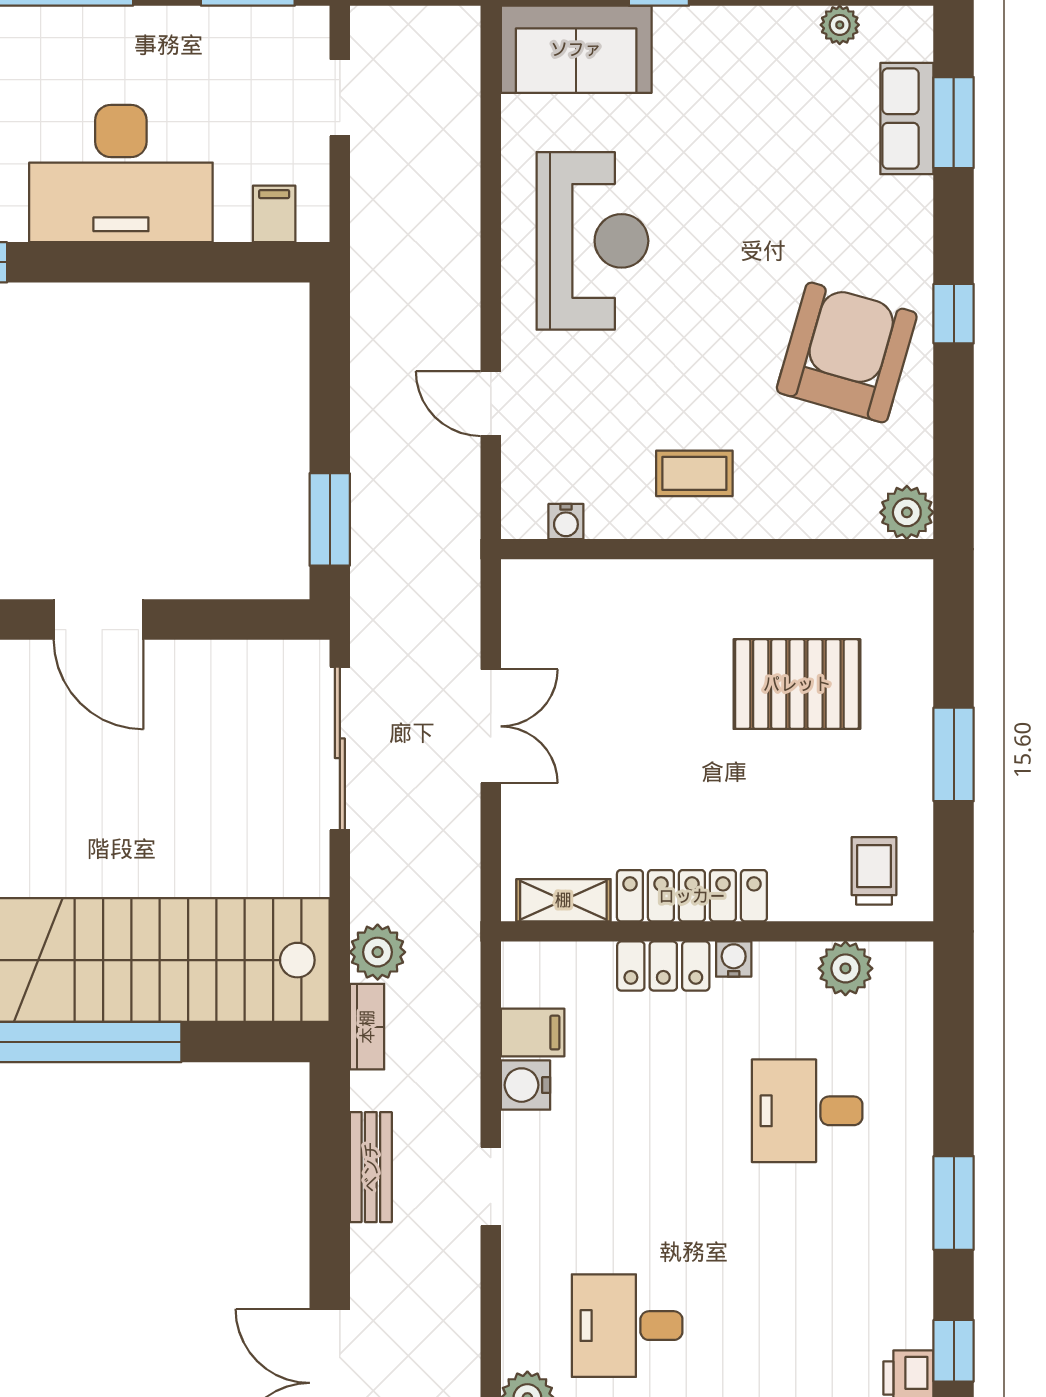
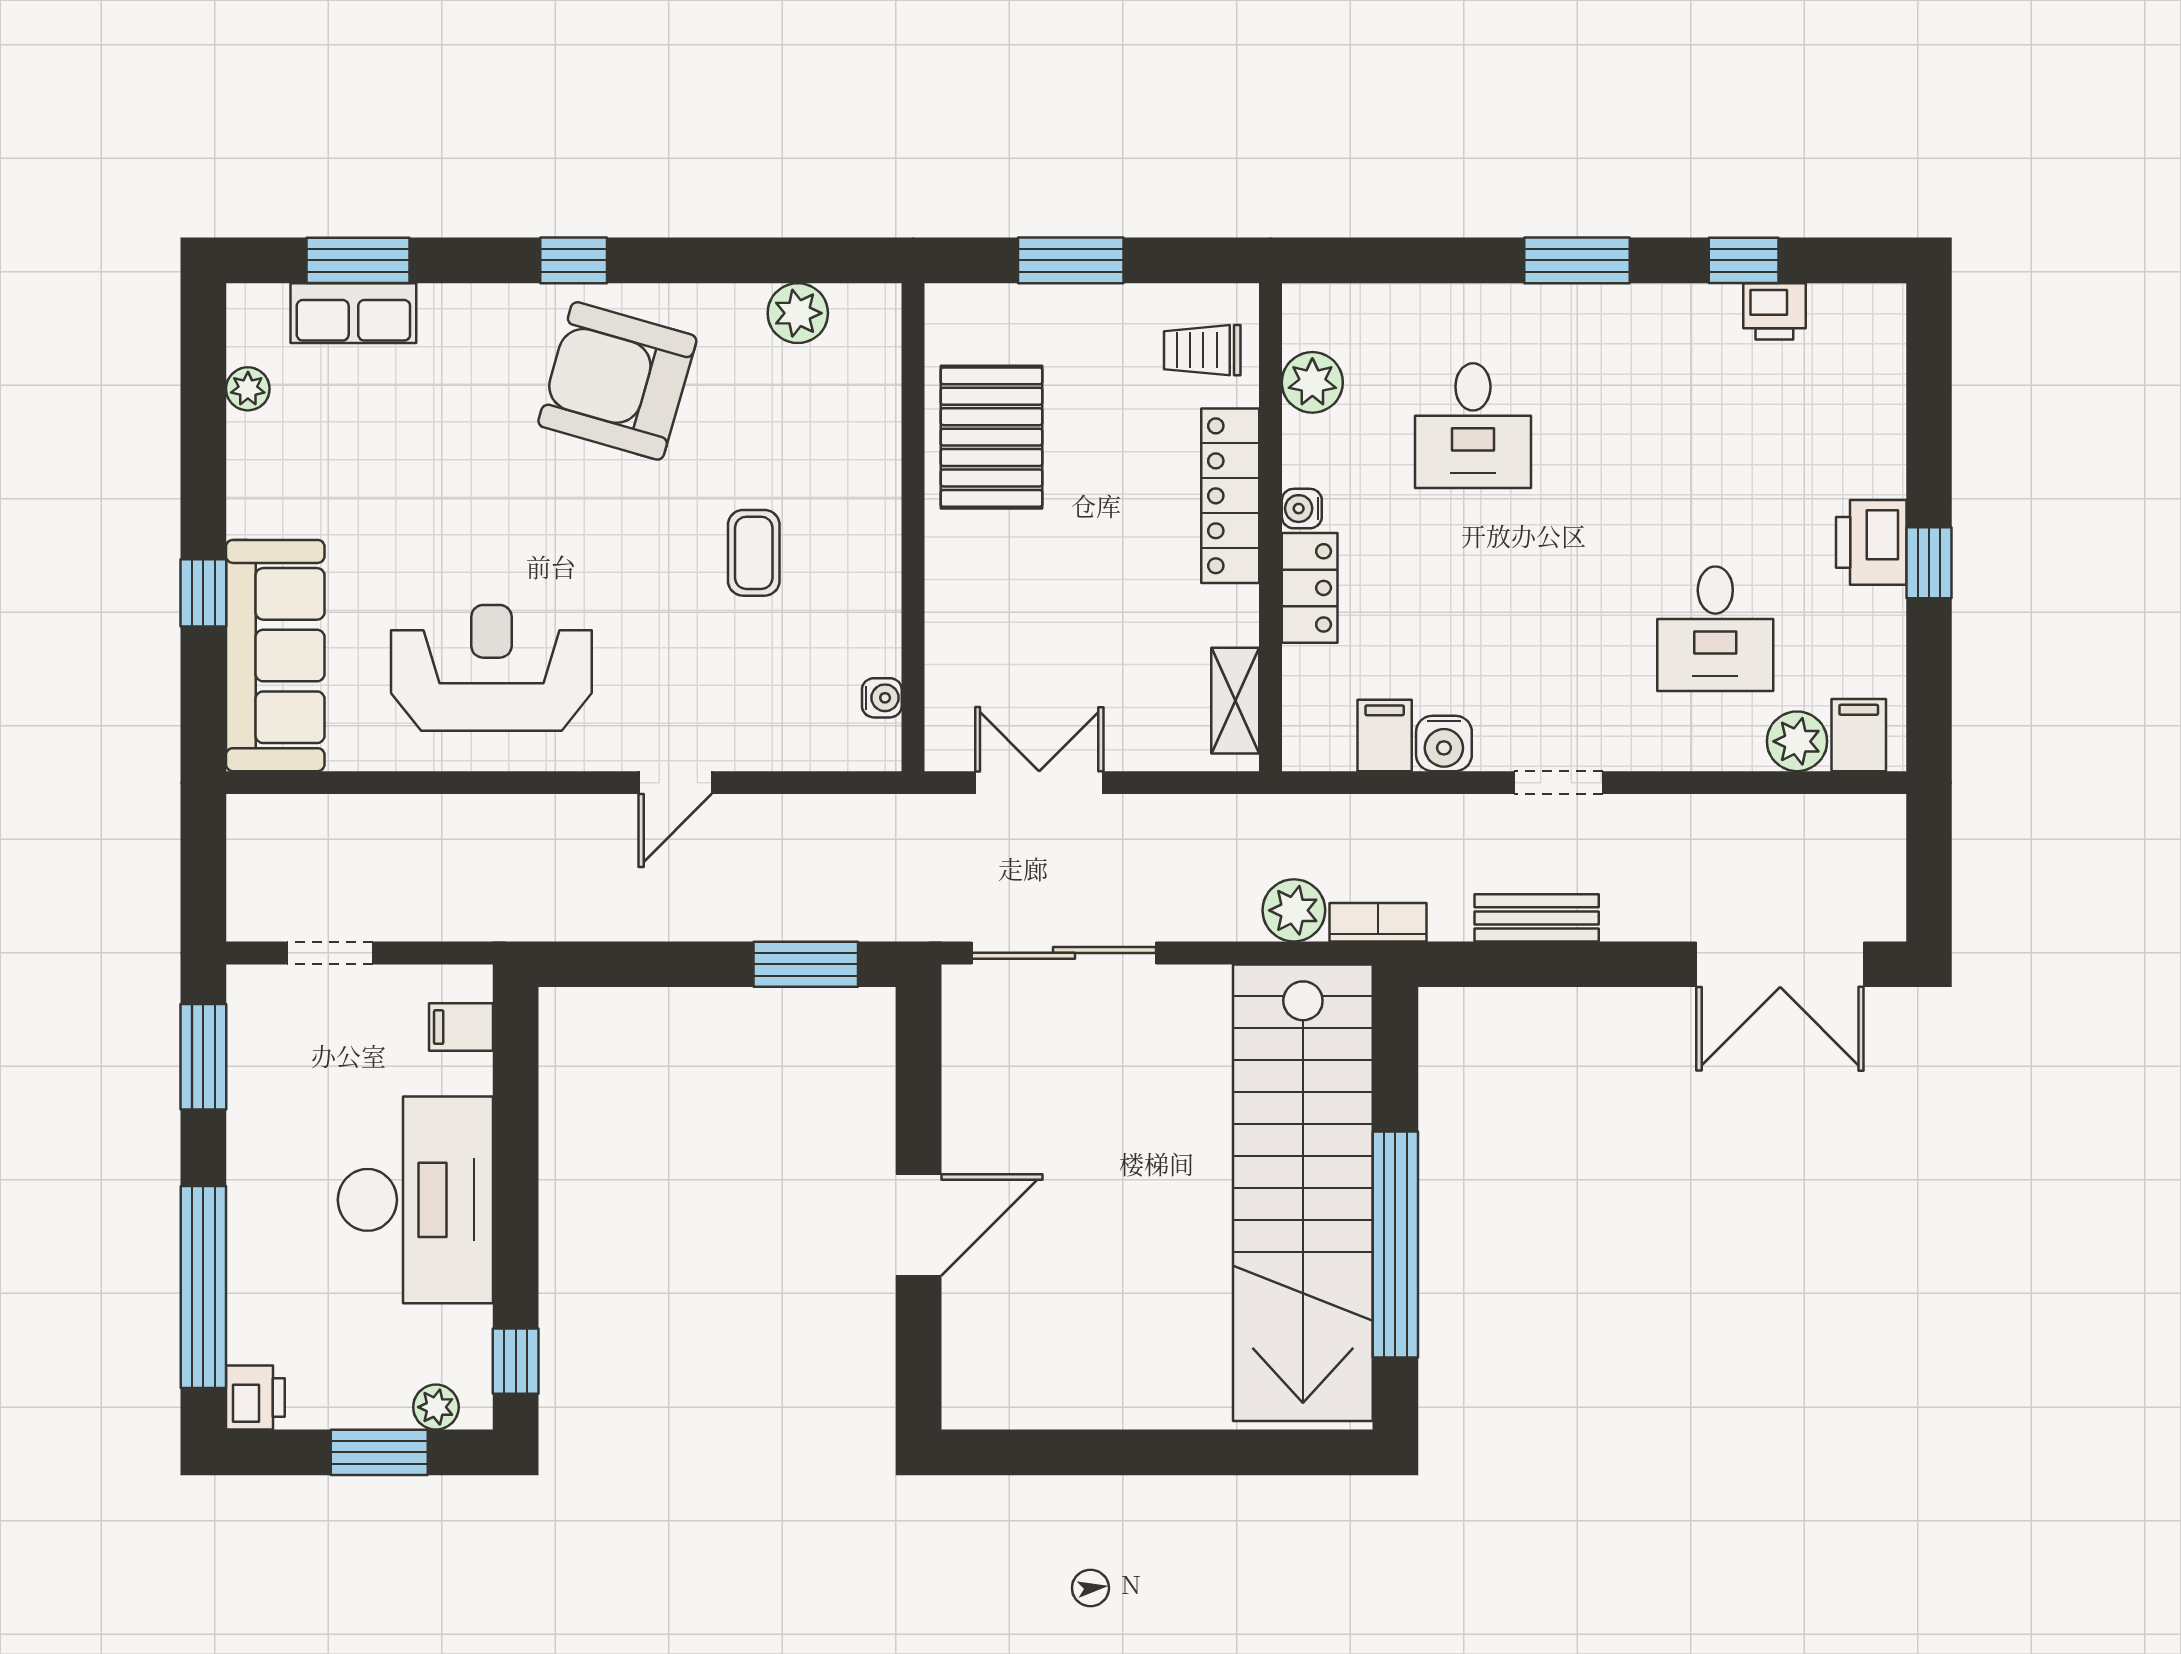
sofa: (576, 49) -> (275, 656), width x1.36
water cooler: (566, 521) -> (882, 698), moved
wall: (717, 549) -> (913, 527), moved
locker: (692, 896) -> (1230, 496), moved

